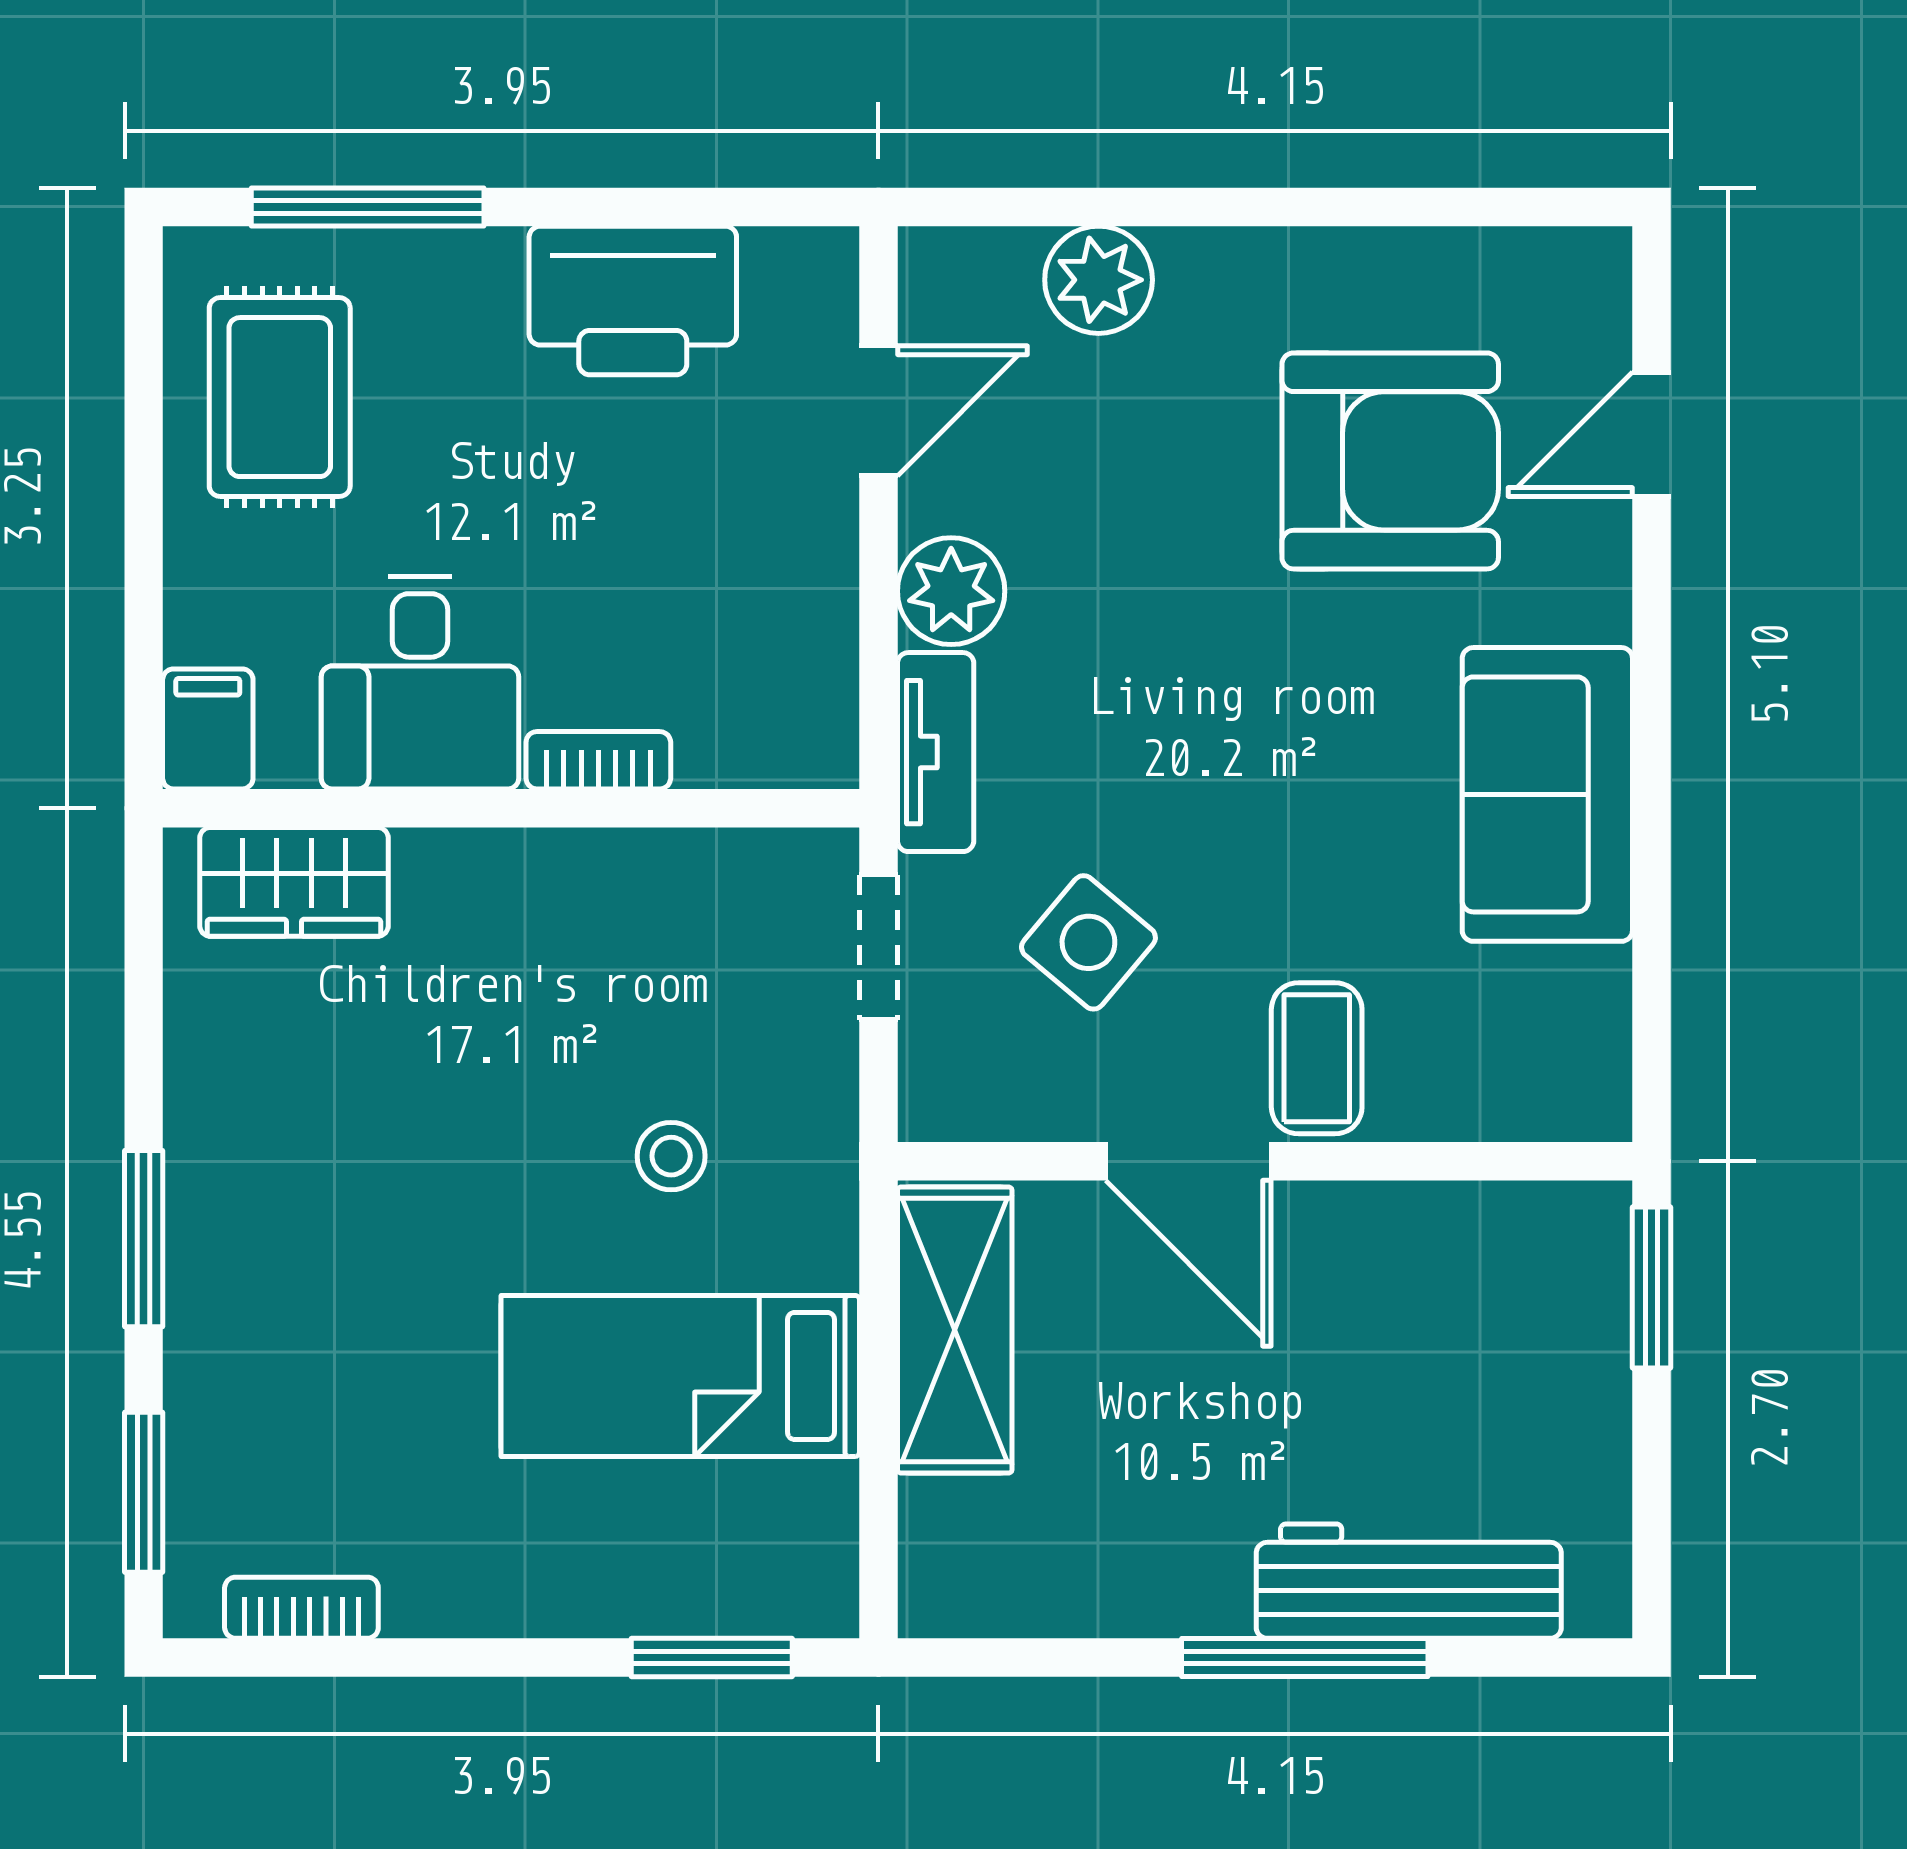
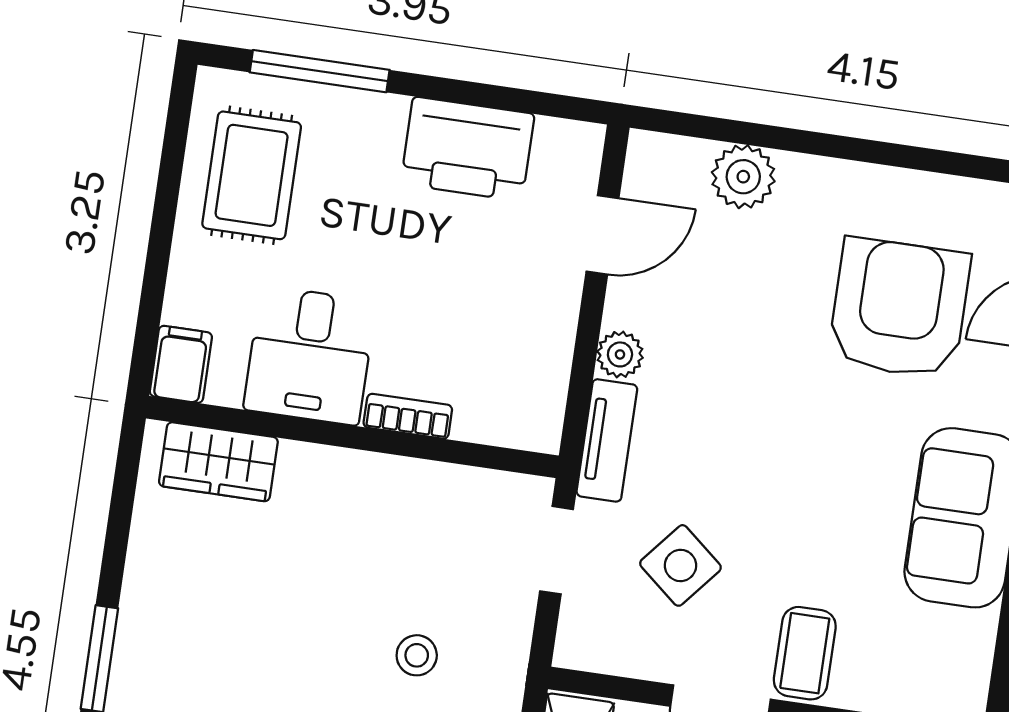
armchair: (1390, 461) -> (899, 308), turned -90
plant: (951, 591) -> (620, 354), width x0.73, depth x0.73

